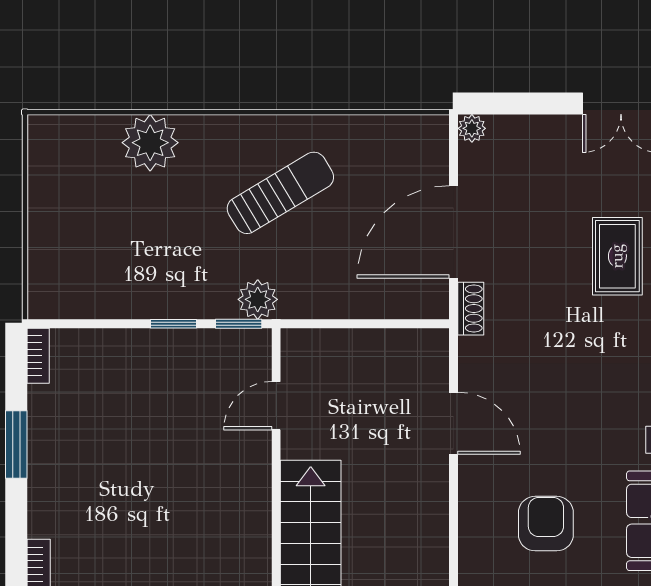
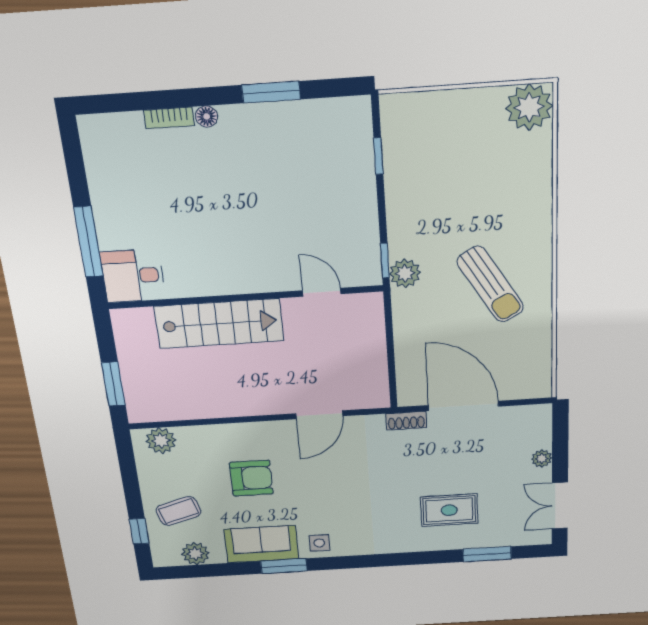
plant: (472, 128) -> (542, 459), moved
plant: (150, 143) -> (529, 107), moved
window: (173, 324) -> (378, 156), moved
bookcase: (38, 356) -> (348, 105), removed
floor lamp: (40, 523) -> (207, 116), added

